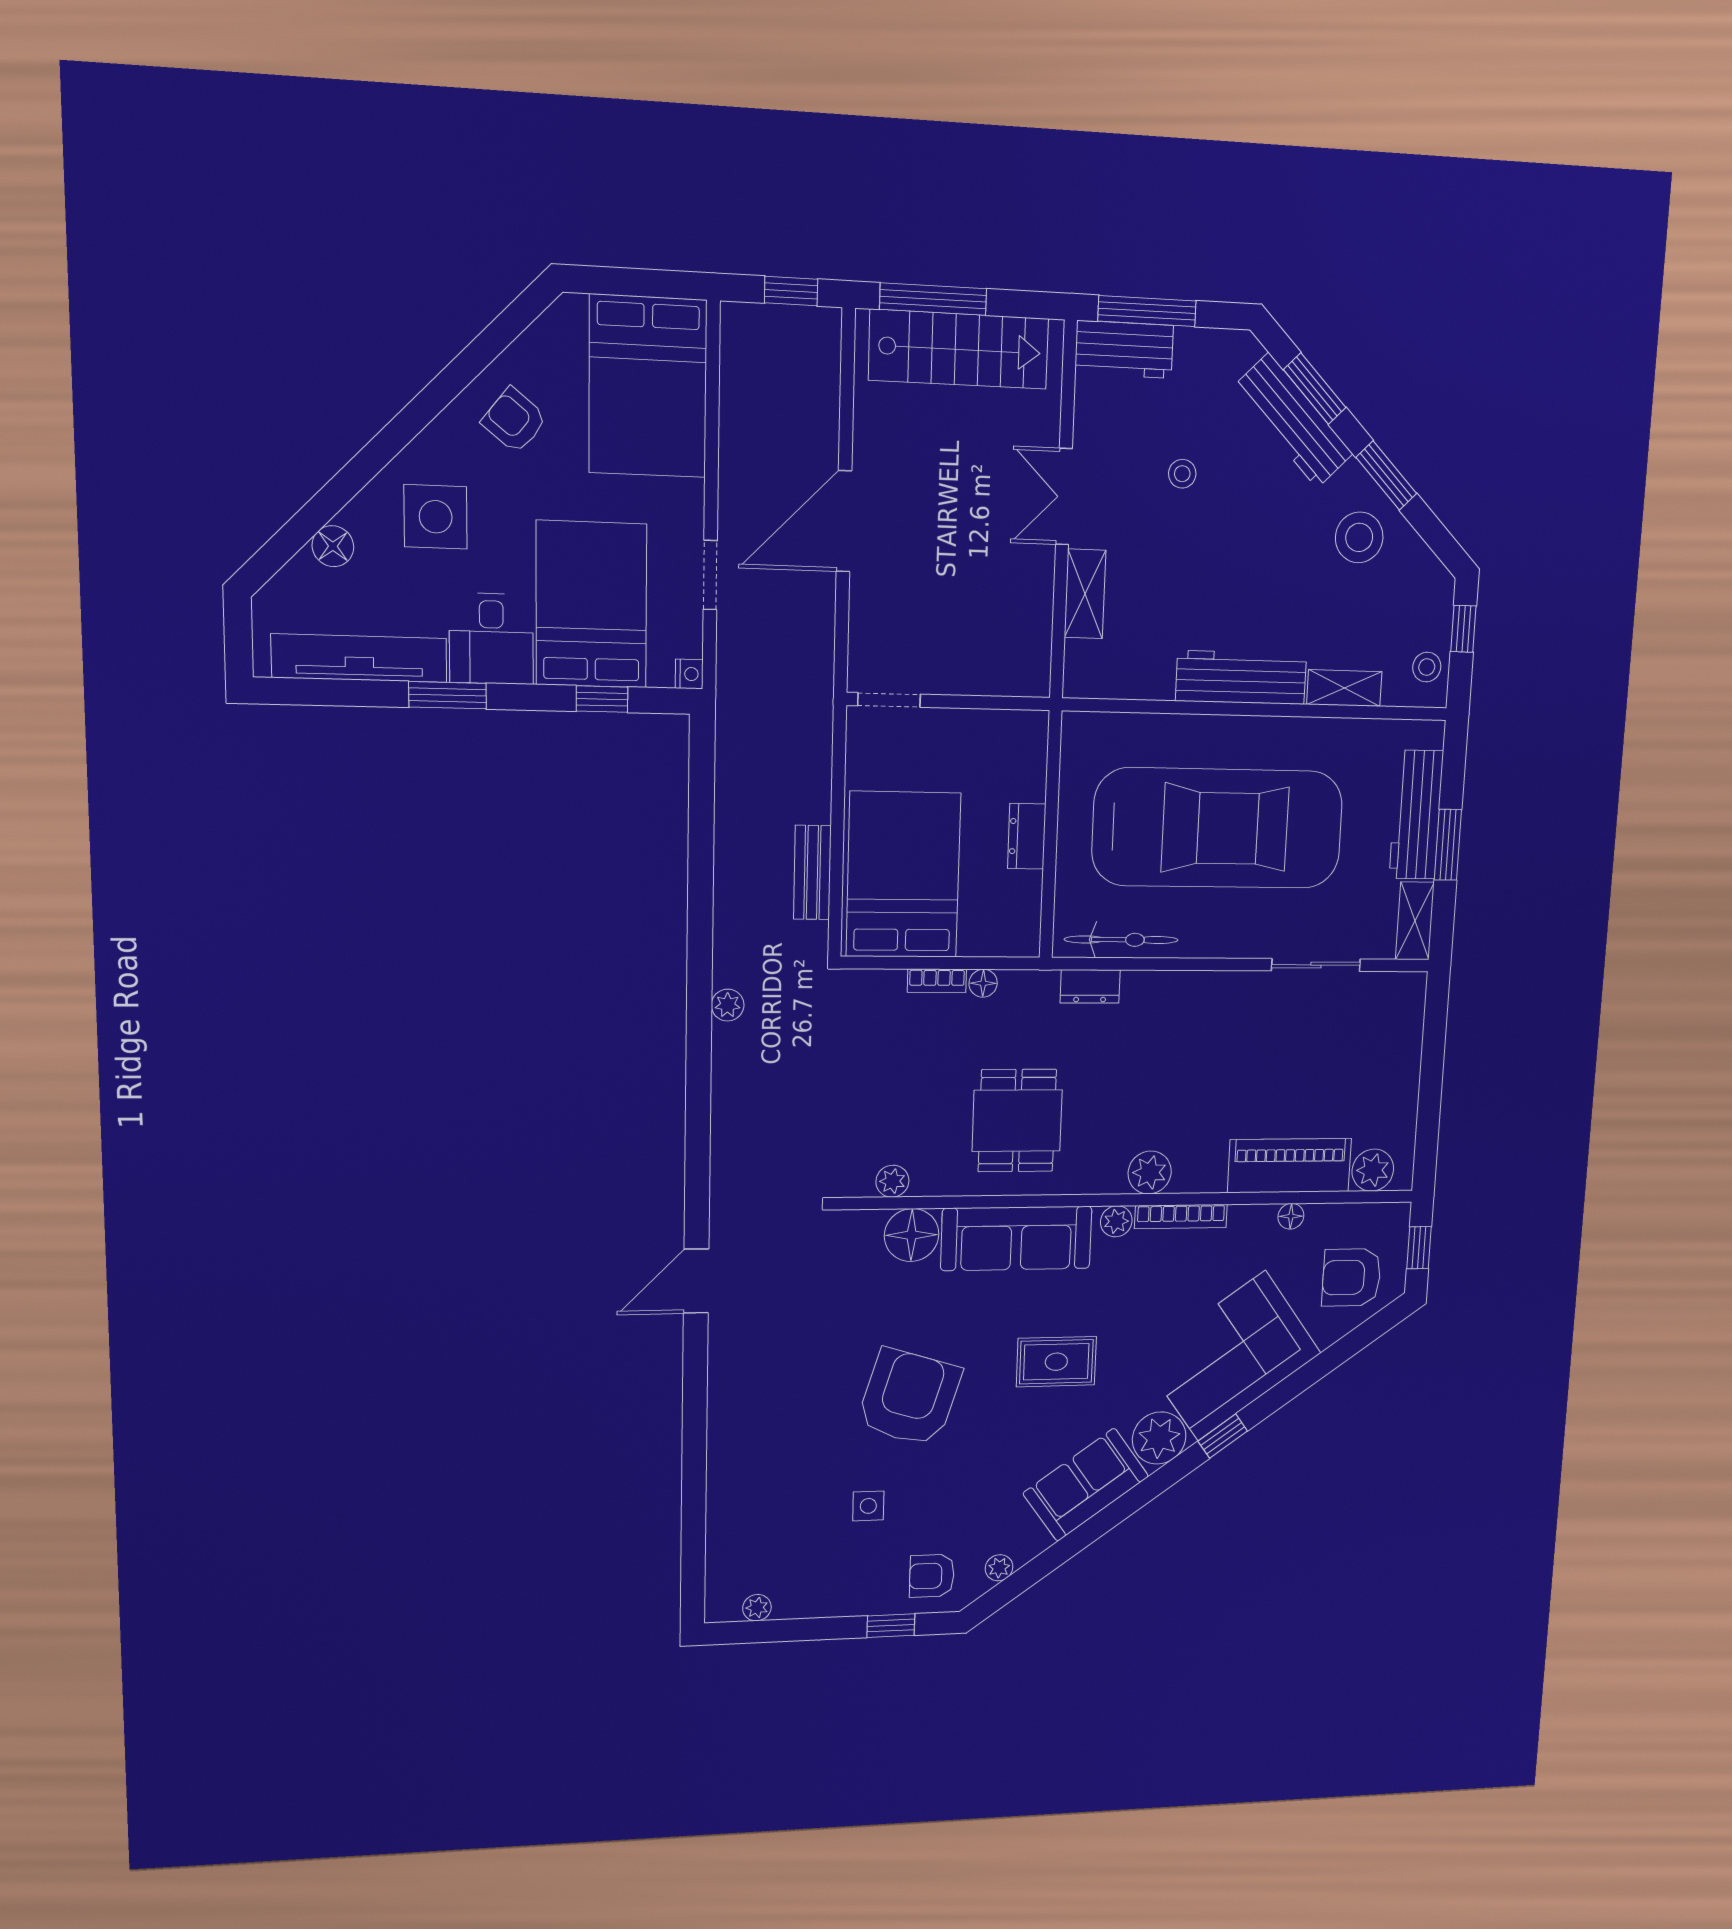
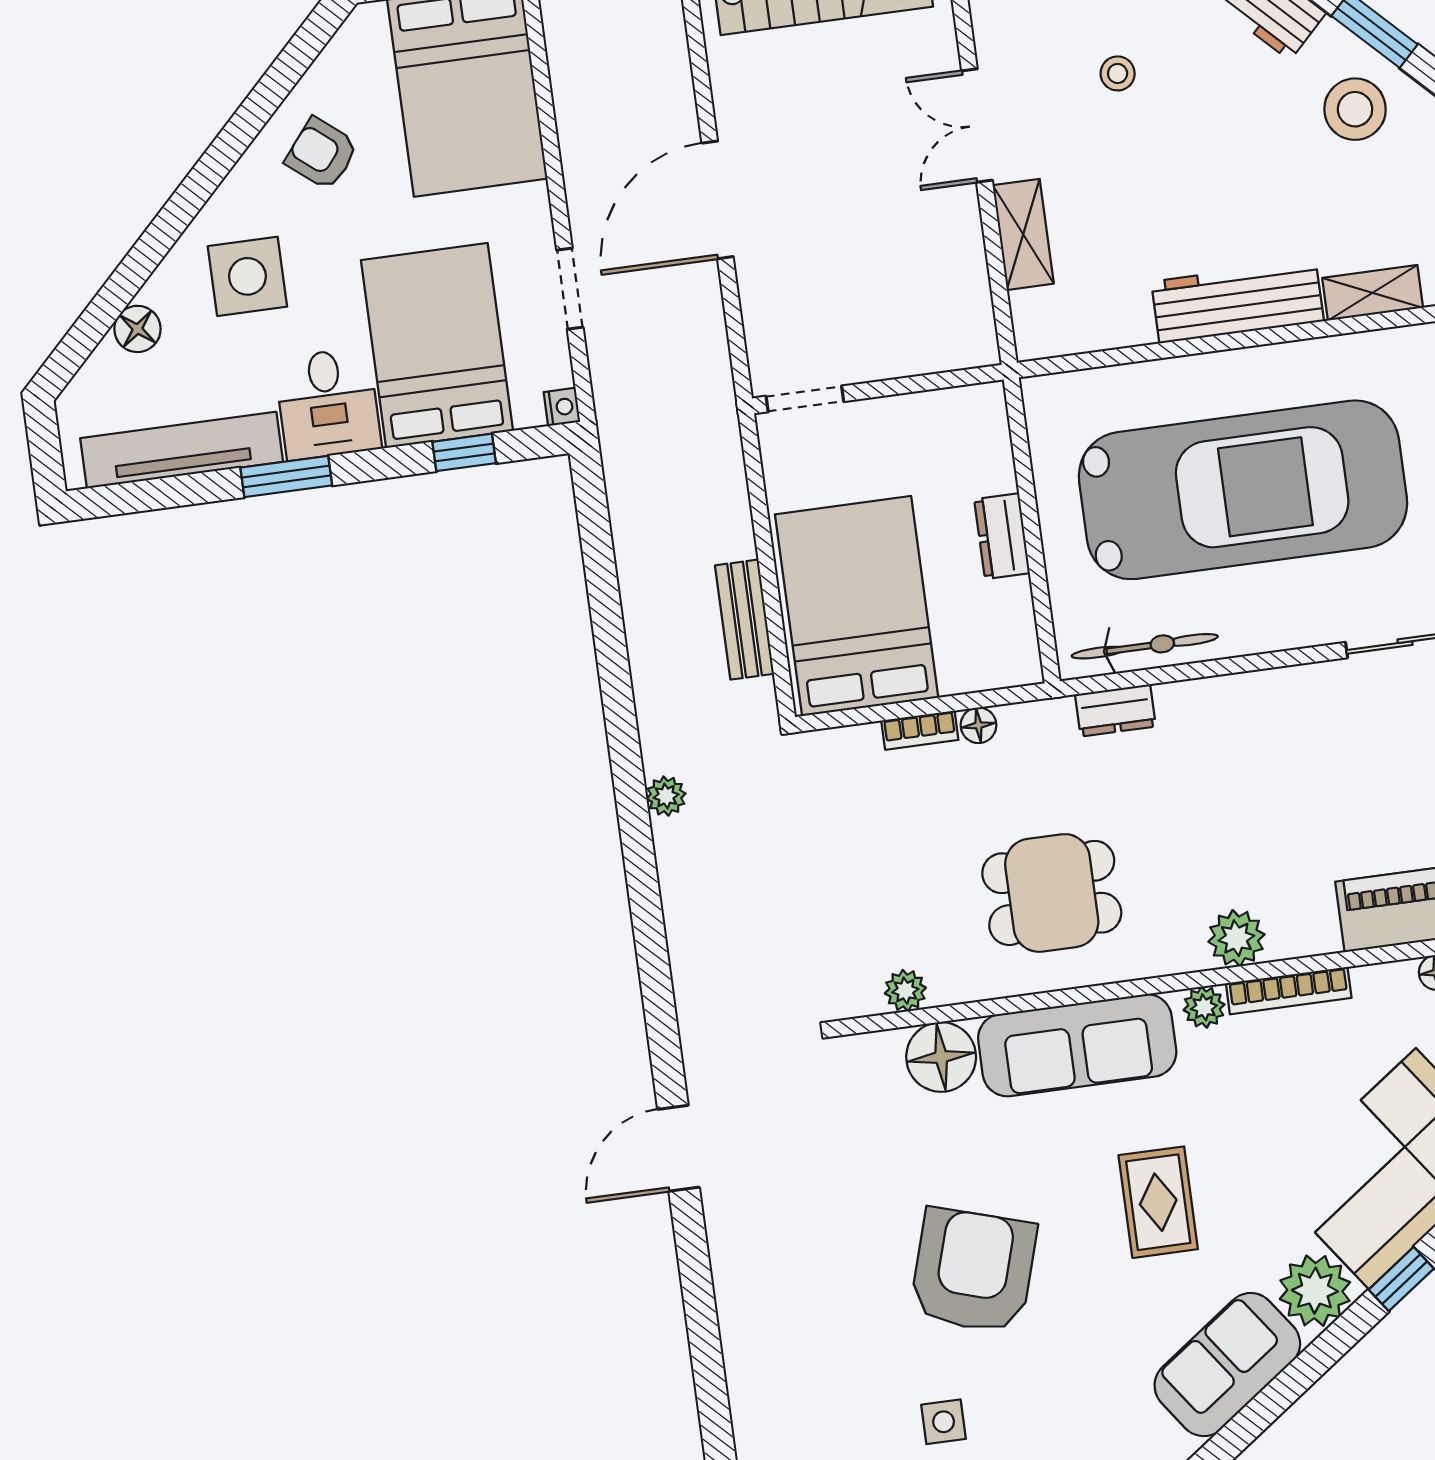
dining table: (1017, 1121) -> (1052, 893), turned 90
rug: (1056, 1362) -> (1158, 1202), turned 90

